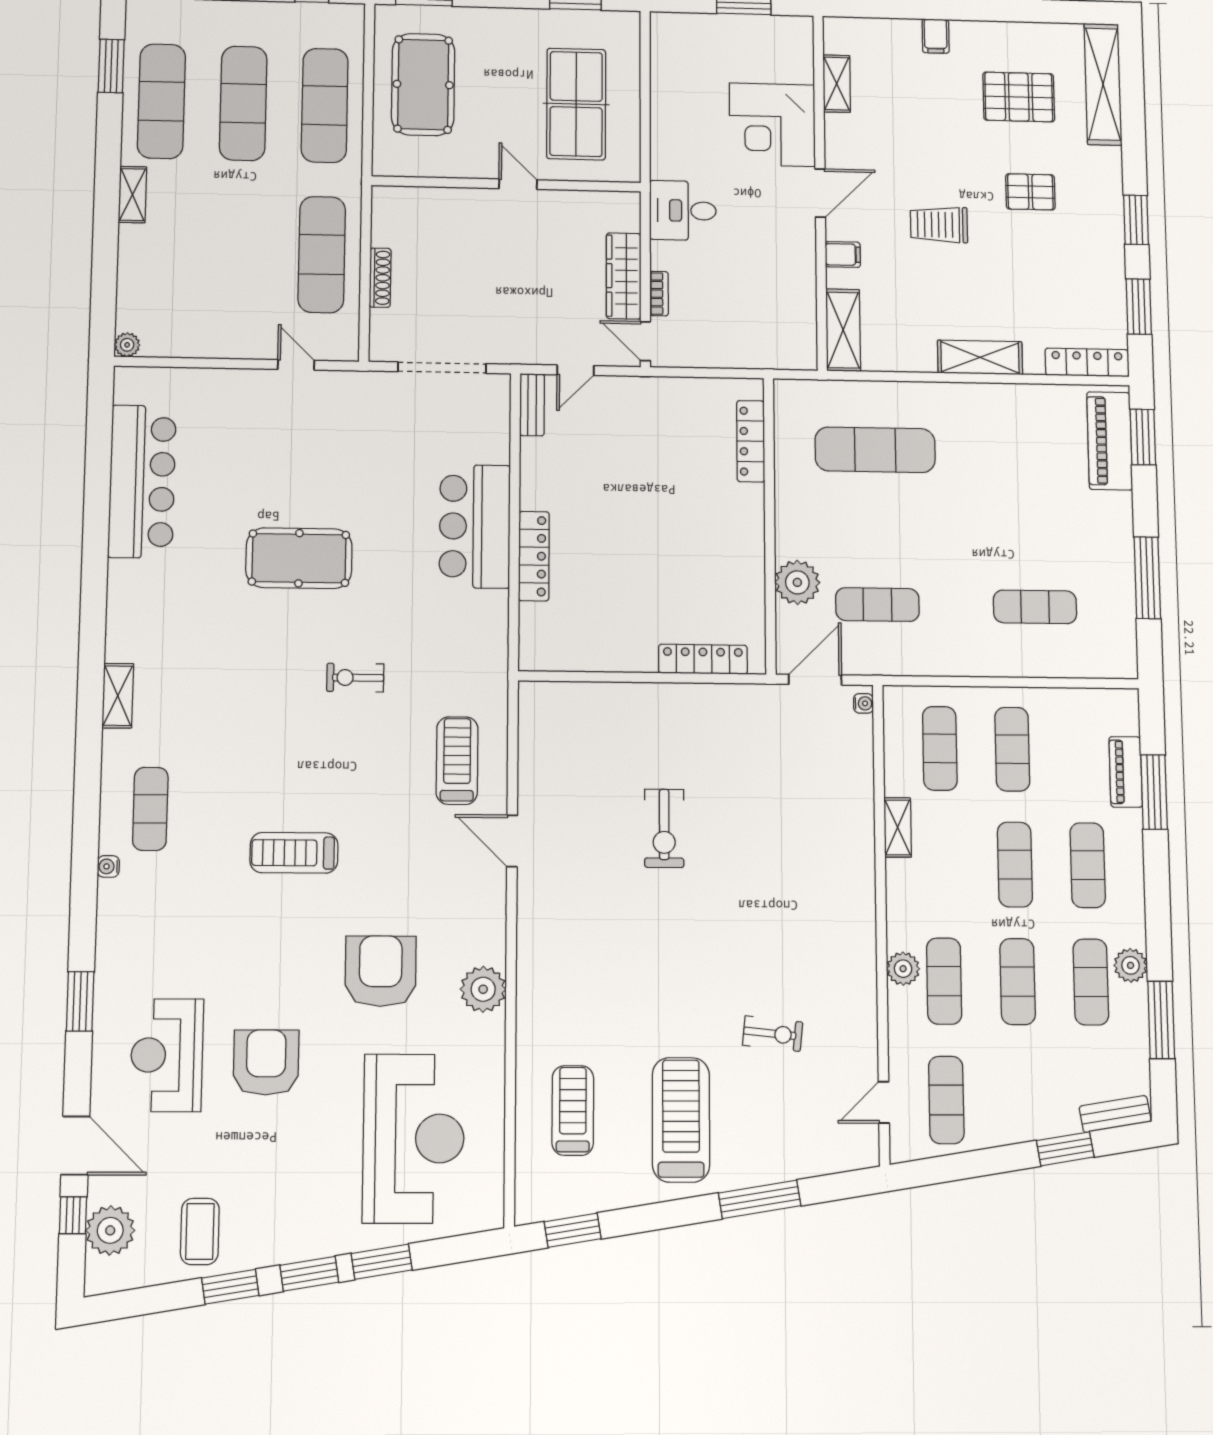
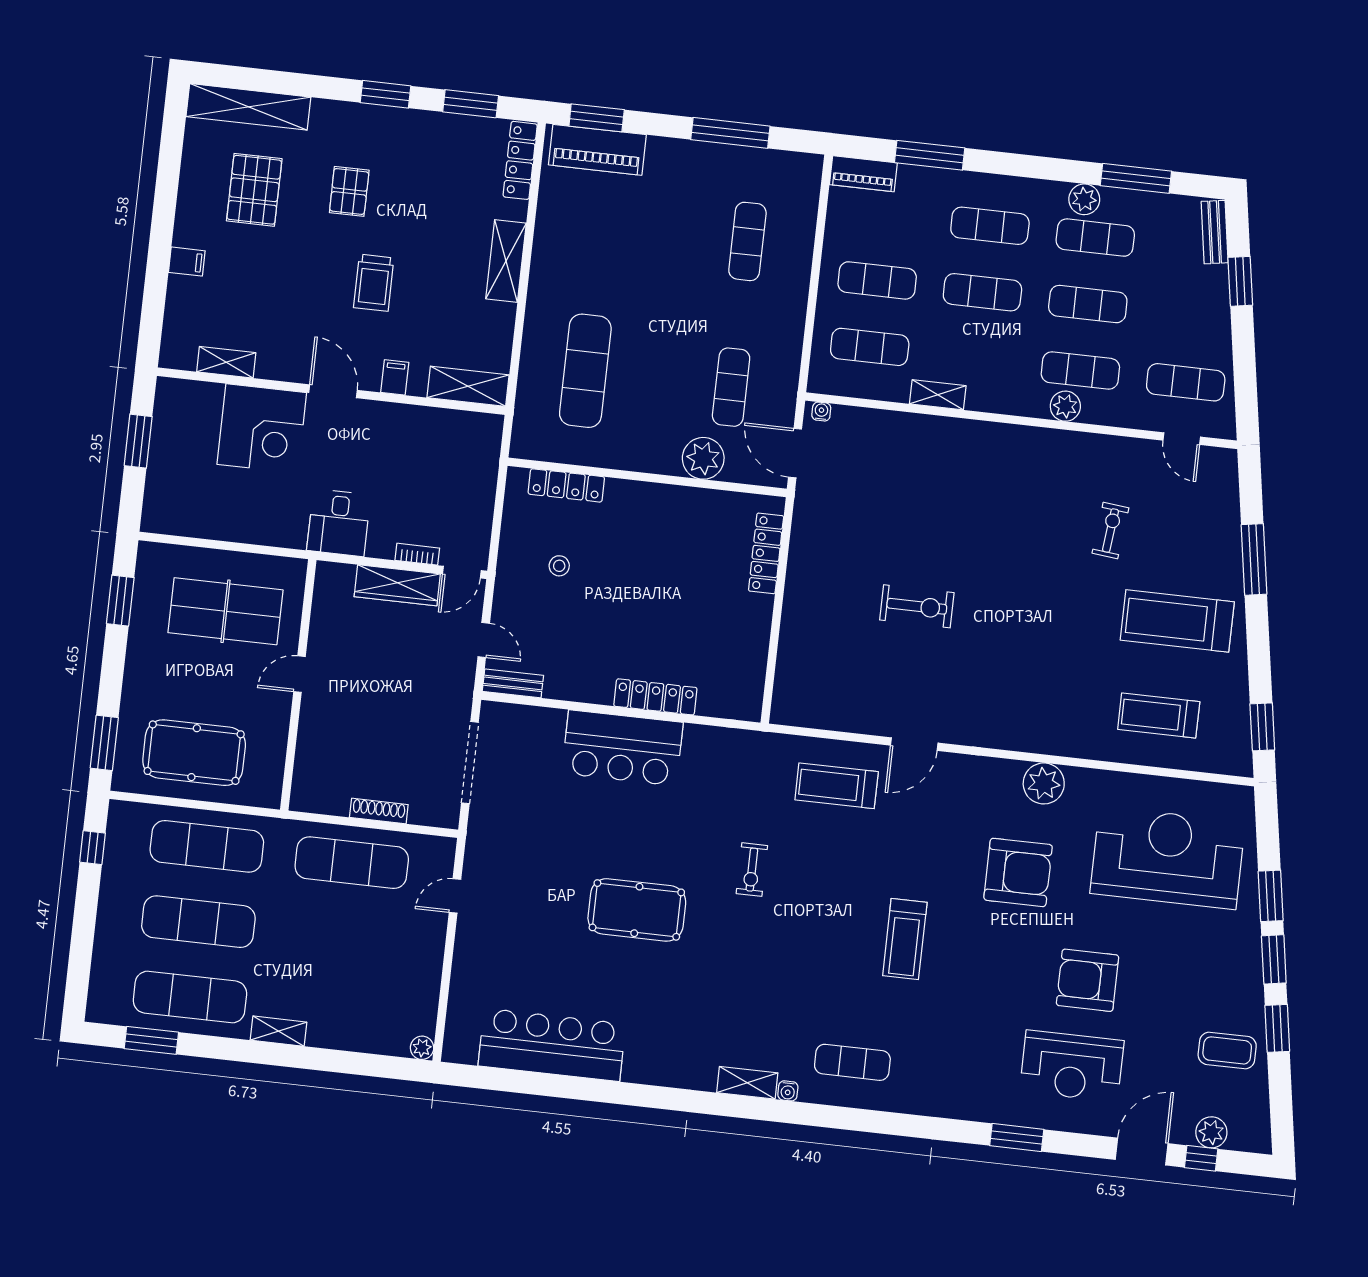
stool: (664, 442) -> (559, 566), added
pool table: (299, 558) -> (637, 910), turned 90
piano: (1126, 772) -> (863, 174), moved
water cooler: (108, 866) -> (788, 1091), moved
armchair: (381, 971) -> (1018, 872), turned 180
plant: (110, 1230) -> (1211, 1132), width x0.73, depth x0.73

